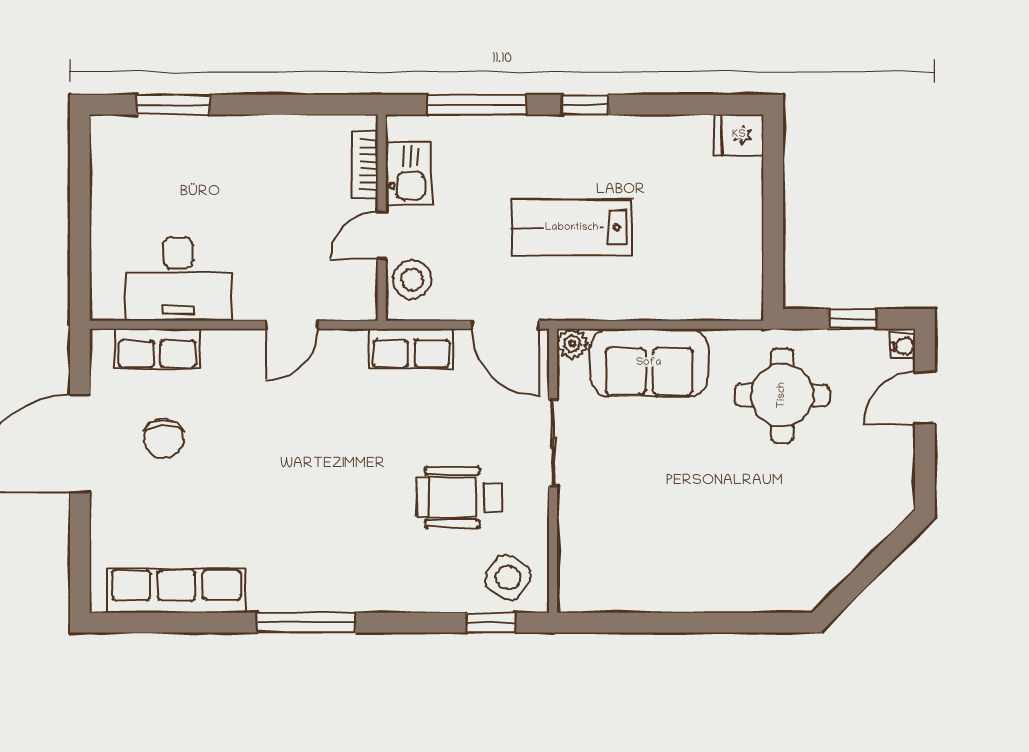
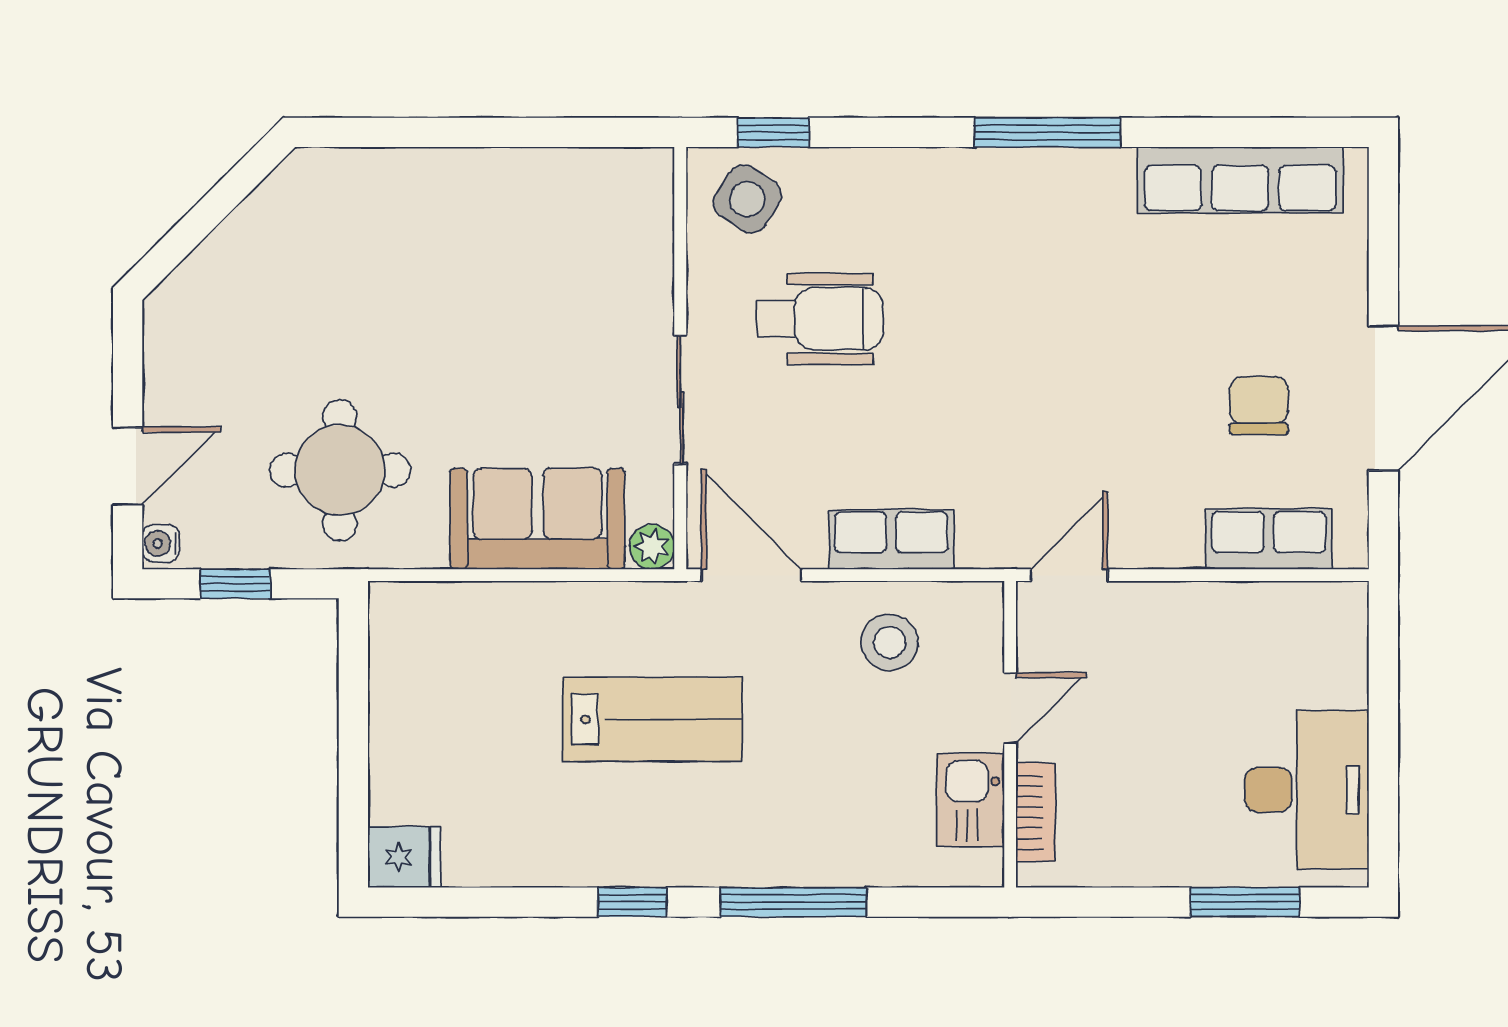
bookcase: (365, 165) -> (1036, 812), moved
kitchen sink: (408, 173) -> (970, 800), moved
wall: (382, 218) -> (1010, 734), moved
door: (382, 235) -> (1010, 708), moved
desk: (178, 279) -> (1307, 790), moved, turned 90

